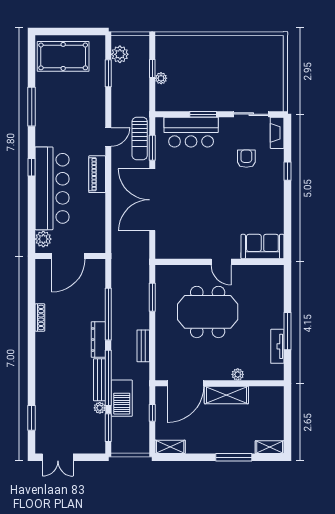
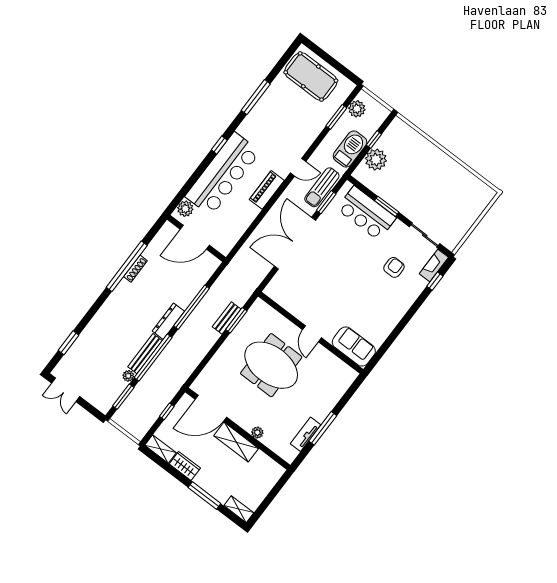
plant: (161, 78) -> (376, 160), width x1.87, depth x1.87
window: (287, 171) -> (435, 281), moved
window: (32, 321) -> (127, 266), added
bench: (143, 346) -> (227, 318), moved
barbecue: (122, 398) -> (350, 149), moved, turned 180
wardrobe: (200, 446) -> (185, 466), added

